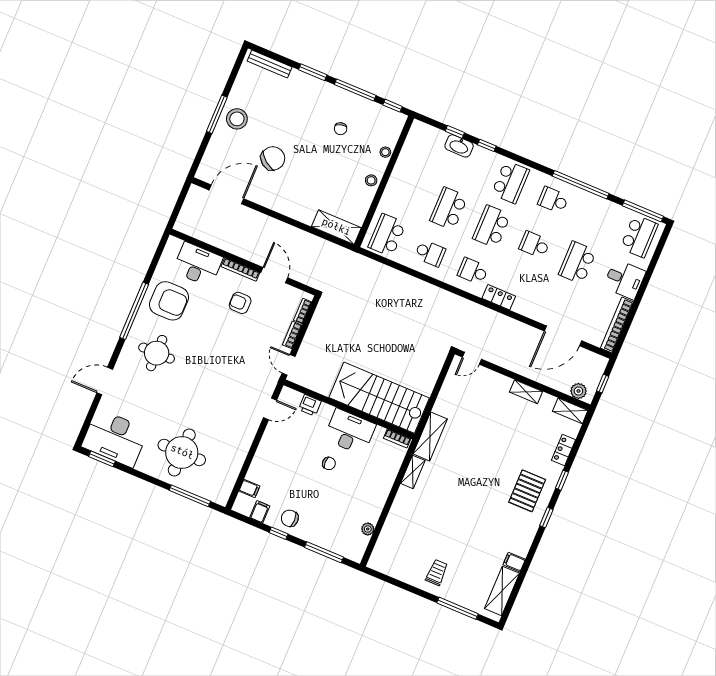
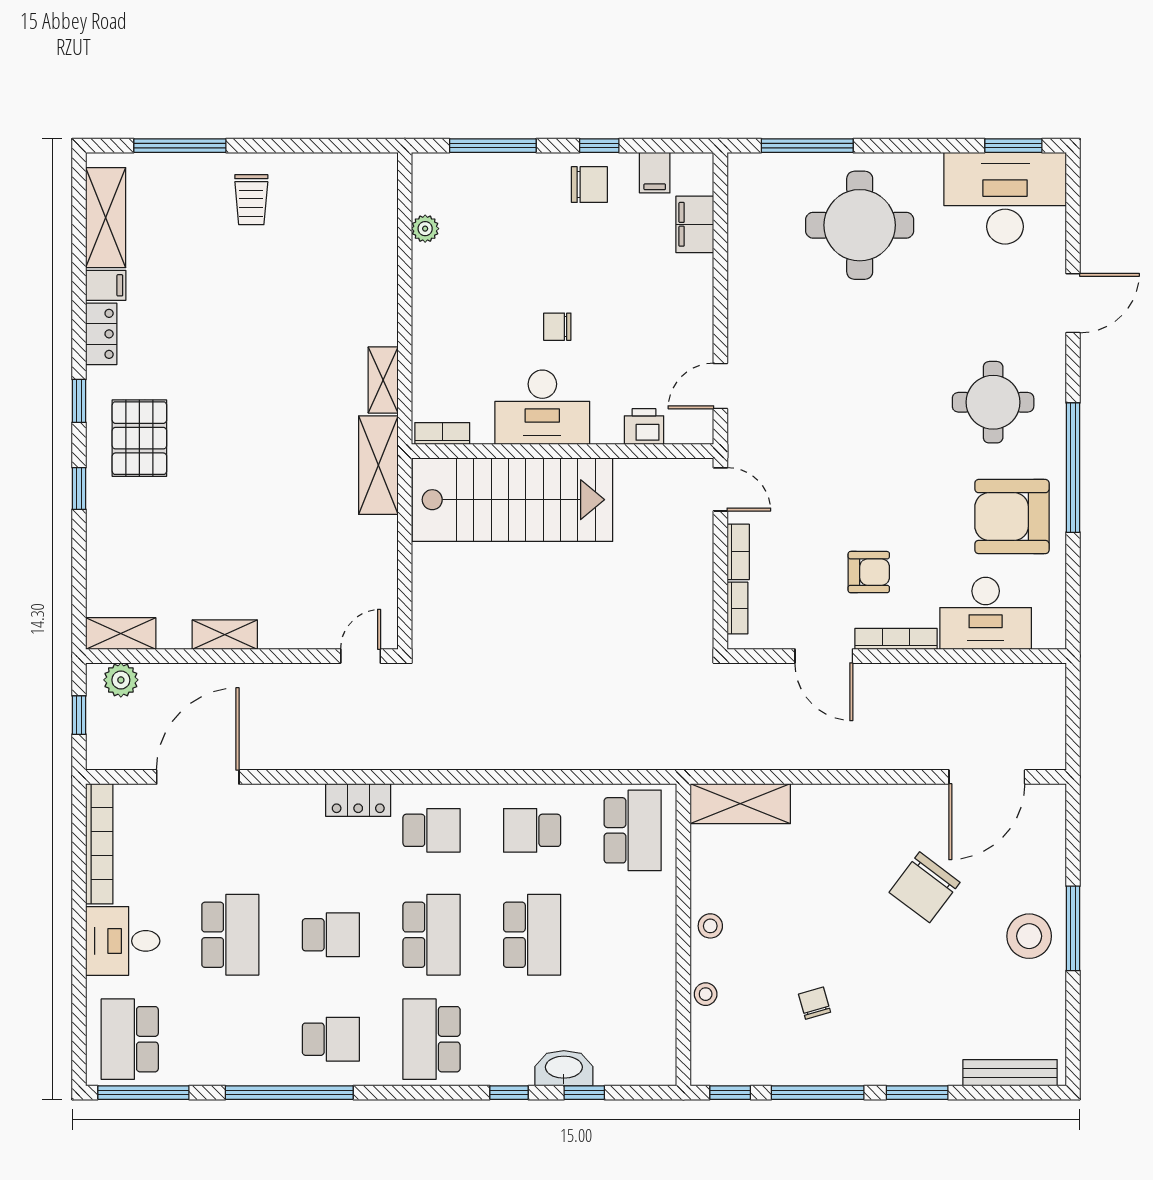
locker: (563, 450) -> (101, 334), moved
filing cabinet: (249, 488) -> (695, 224), width x2.00

